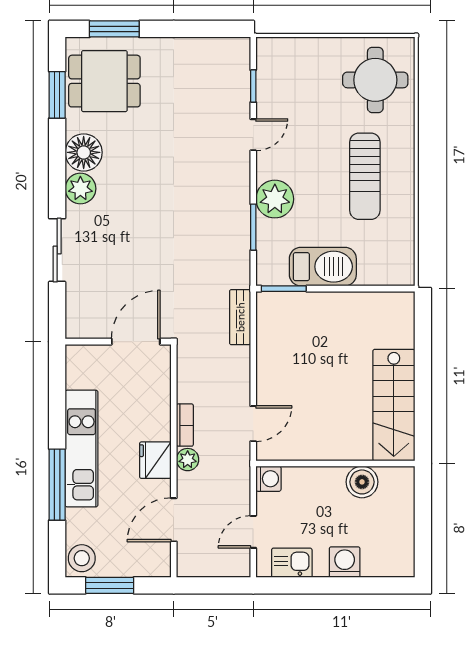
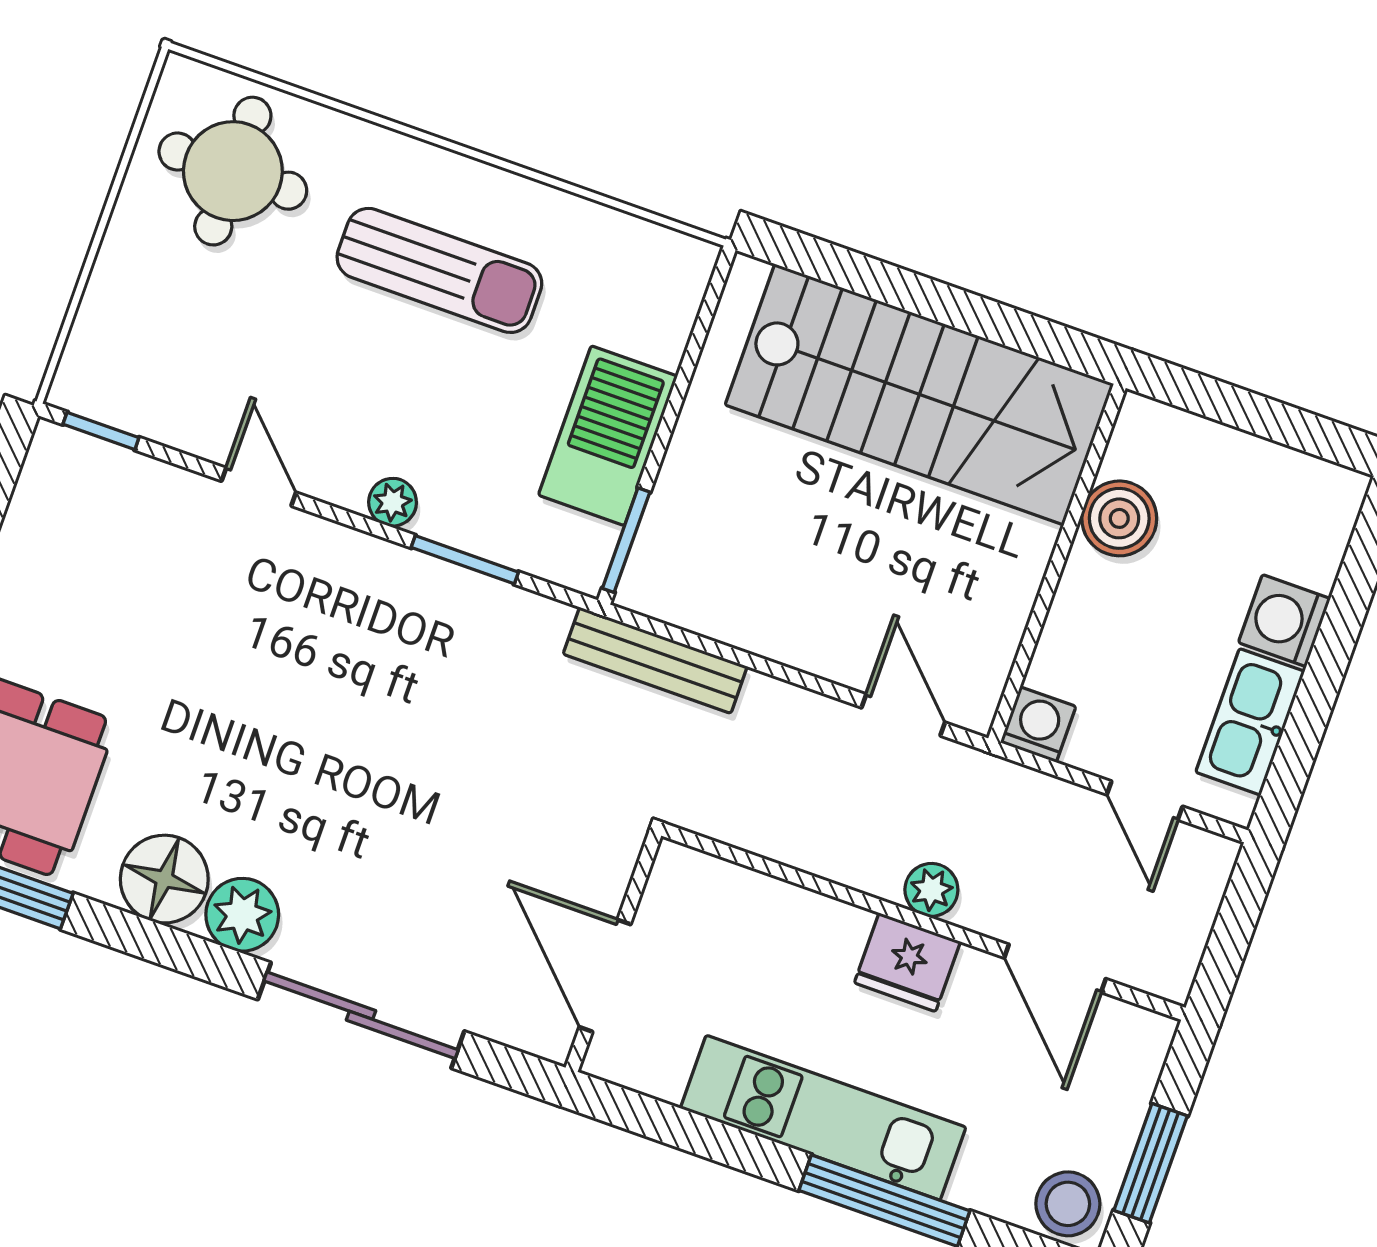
window: (253, 86) -> (101, 431), moved
plant: (275, 199) -> (393, 502), width x0.53, depth x0.53
sliding door: (57, 250) -> (361, 1015), width x1.37
bench: (240, 317) -> (655, 660), width x1.36
door: (136, 342) -> (605, 976), moved
stairs: (394, 405) -> (919, 394), width x1.36, depth x1.51
bookcase: (185, 425) -> (852, 869), removed
kitchen sink: (292, 563) -> (1250, 722), width x1.38

